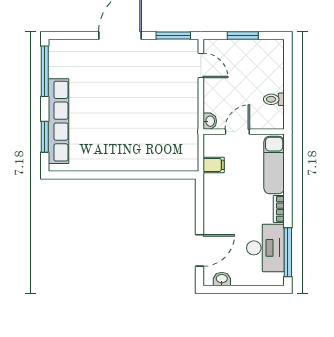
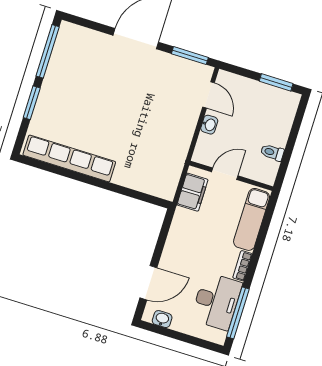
window: (243, 36) -> (276, 82), moved
row of seats: (58, 121) -> (69, 158), moved, turned -90
washbasin: (210, 121) -> (209, 125), moved
window: (45, 137) -> (32, 103), moved
filing cabinet: (214, 165) -> (192, 192), width x2.00

